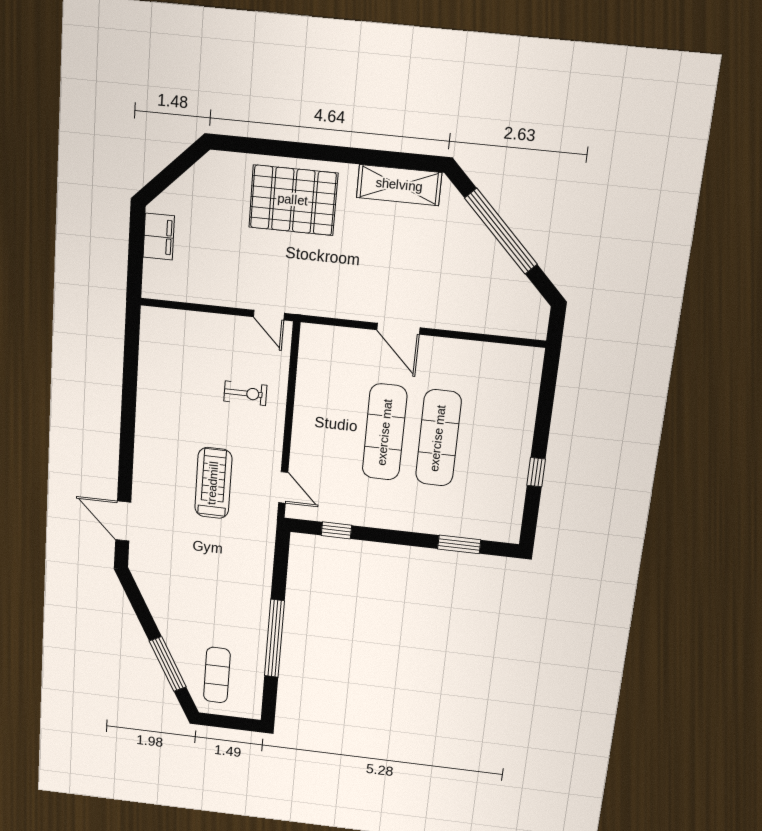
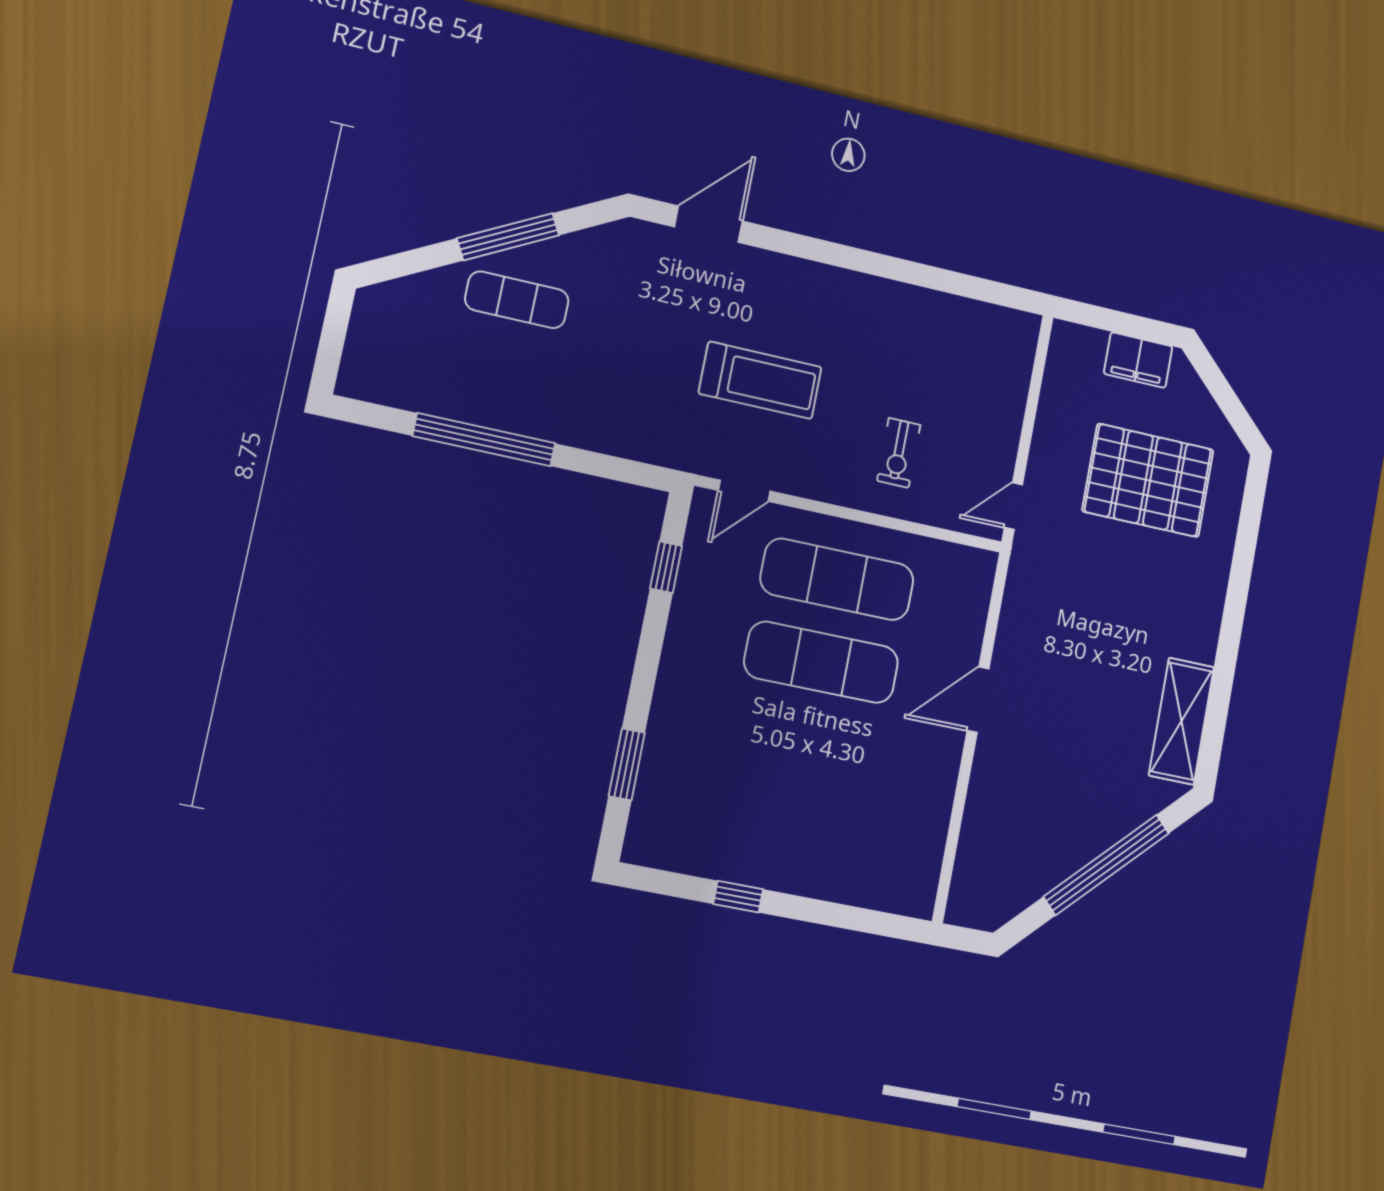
pallet: (293, 200) -> (1148, 480), moved, turned 90
exercise mat: (438, 438) -> (837, 579), moved
window: (168, 664) -> (508, 237), moved
exercise mat: (217, 675) -> (517, 300), moved

